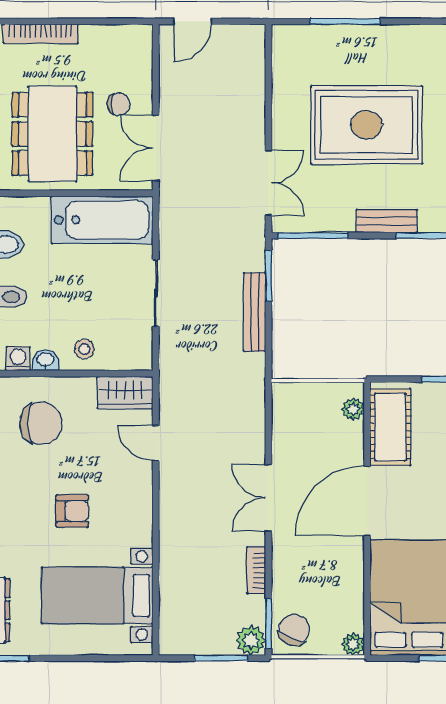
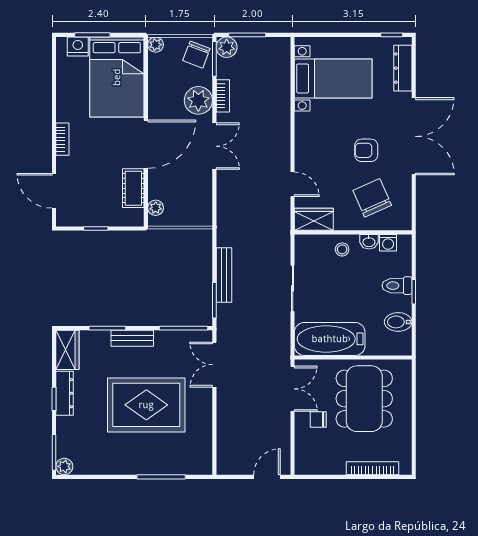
chair: (41, 423) -> (372, 198), turned 66
cot: (390, 427) -> (133, 188), width x0.73, depth x0.75
armchair: (72, 511) -> (366, 150), moved
plant: (291, 564) -> (198, 100), added

